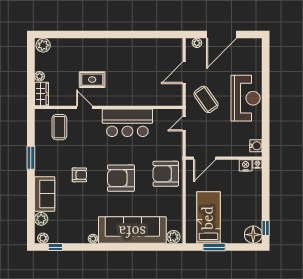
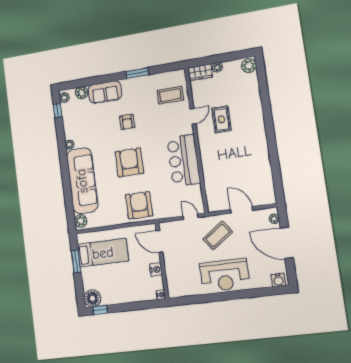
water cooler: (256, 146) -> (278, 280), moved
nightstand: (246, 165) -> (156, 269), moved

